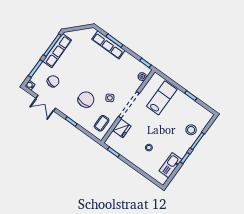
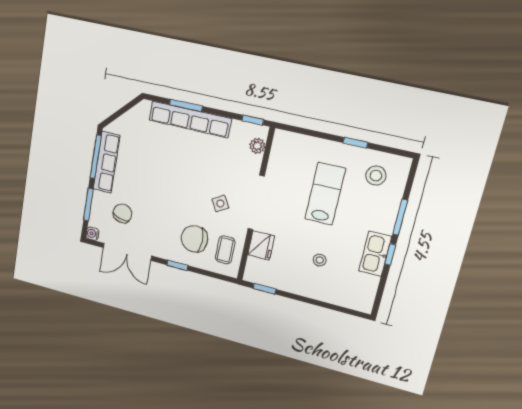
row of seats: (108, 45) -> (190, 119), width x1.36
lab bench: (162, 98) -> (325, 194), moved
chair: (86, 100) -> (194, 239), moved, turned -90
double door: (46, 103) -> (127, 252), width x1.37
stool: (191, 130) -> (376, 176), moved
kitchen sink: (171, 165) -> (375, 254), moved

